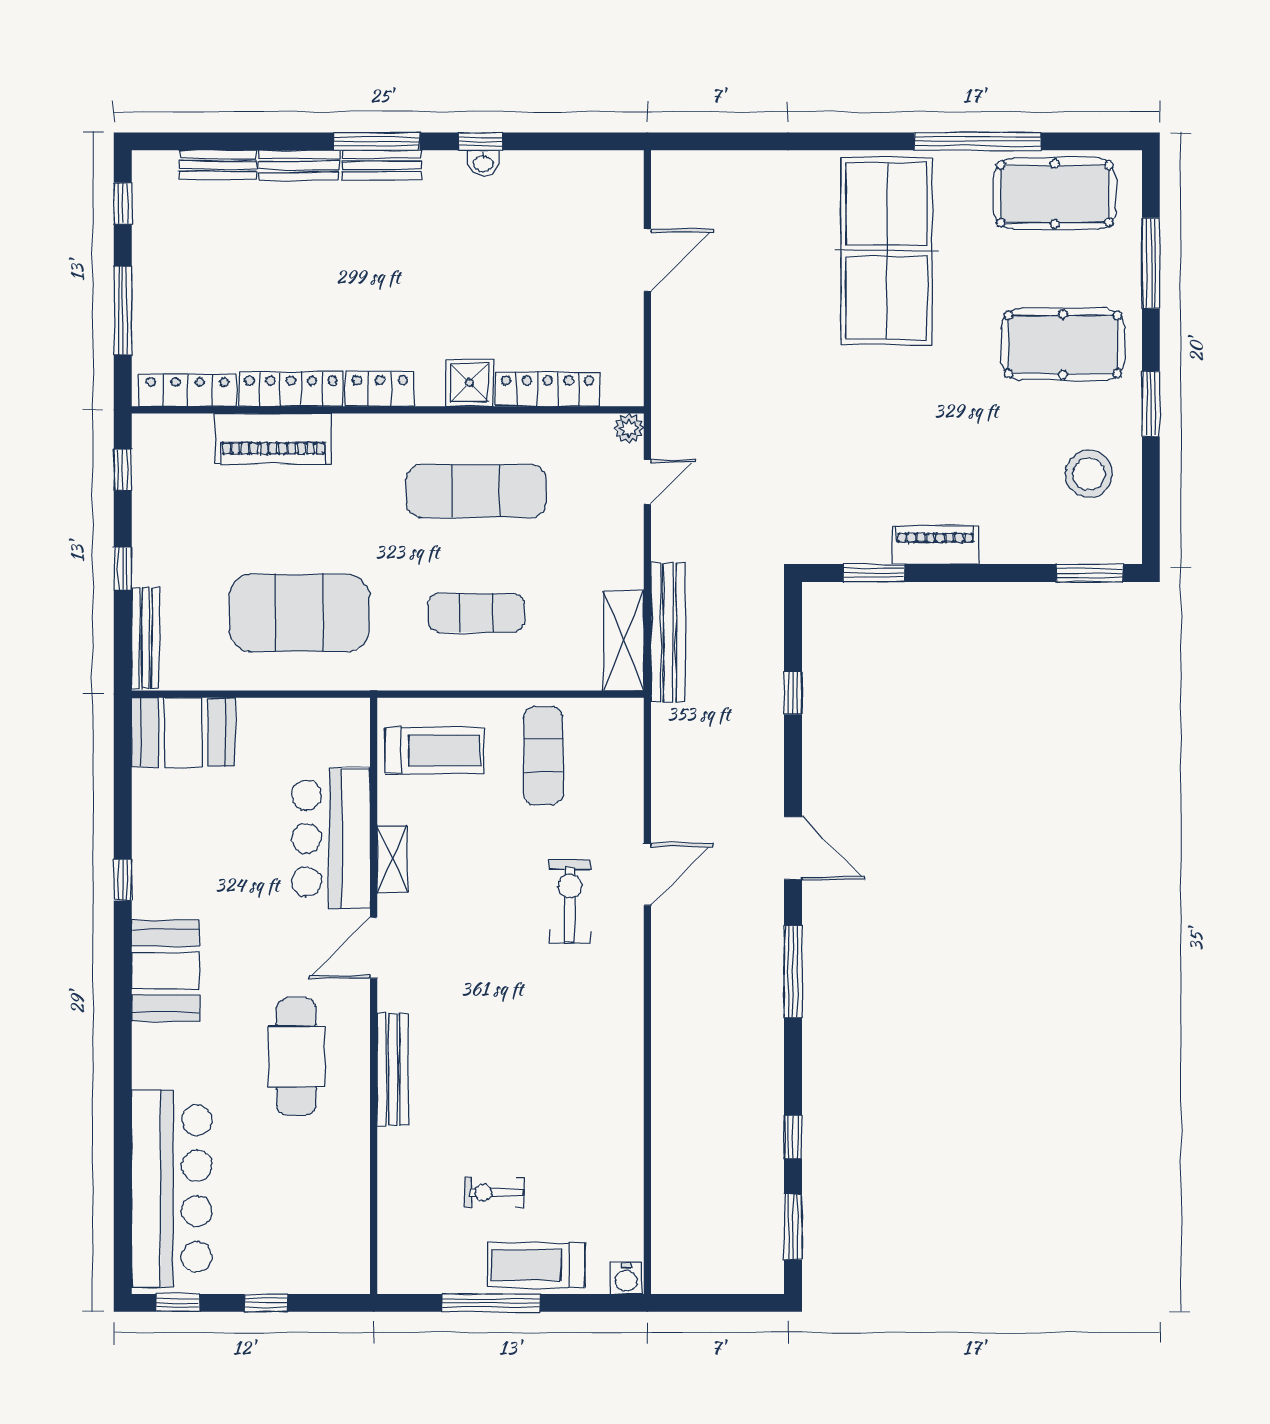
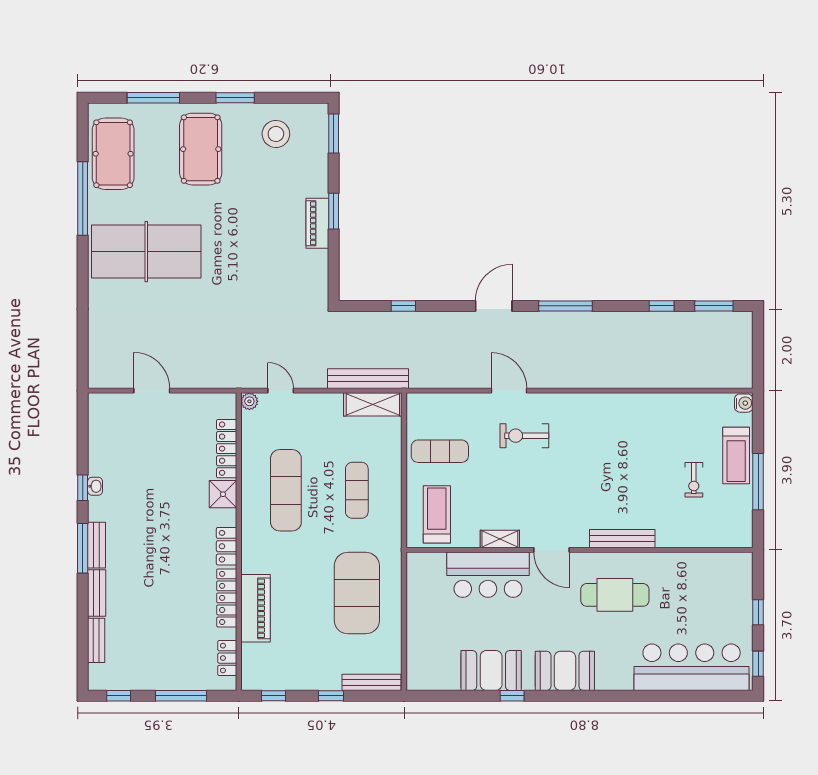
locker: (188, 390) -> (227, 658), width x0.66
window: (874, 573) -> (334, 211), moved
booth: (183, 732) -> (491, 670), moved, turned 90

